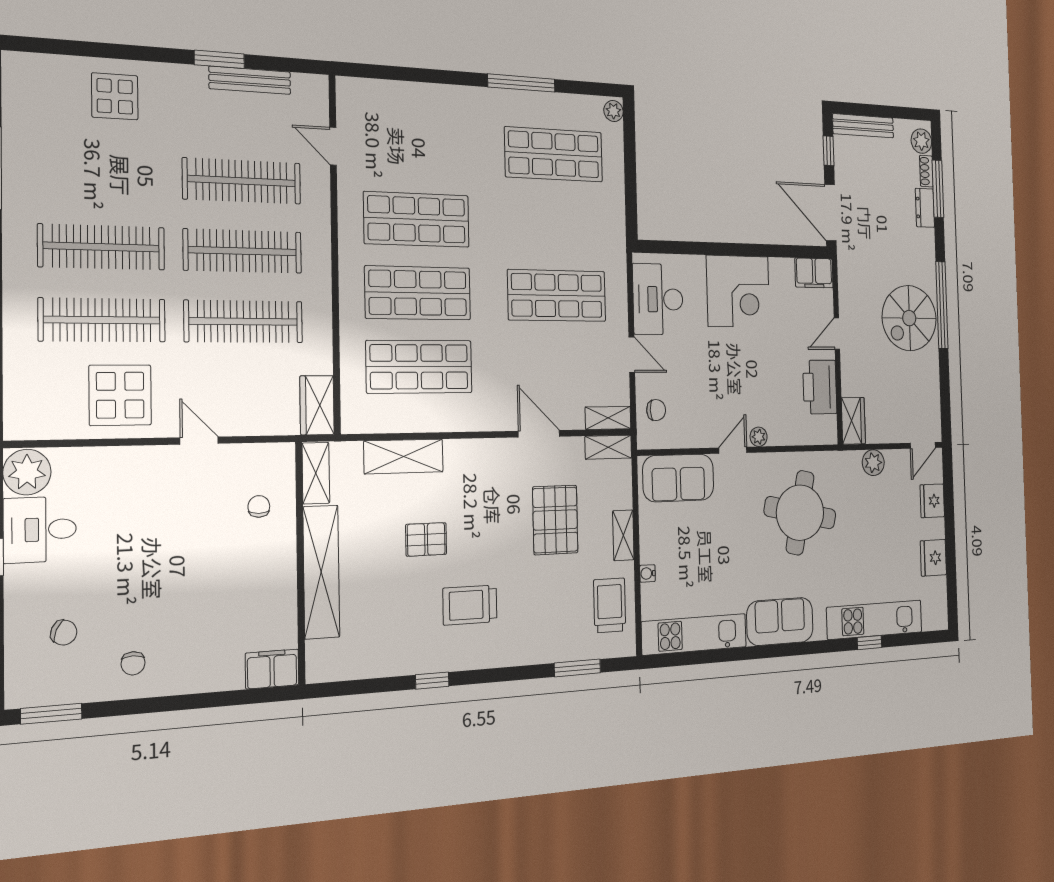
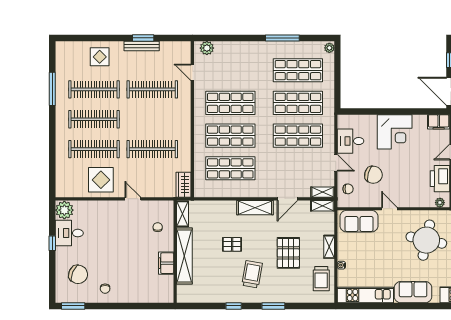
bench: (250, 80) -> (142, 46), moved
plant: (364, 93) -> (207, 48), added
shop shelf: (555, 225) -> (298, 103), added
clothes rail: (243, 251) -> (94, 89), moved
desk: (658, 299) -> (351, 141), width x0.73
chair: (702, 380) -> (373, 175), added
door: (539, 434) -> (287, 199), swing flipped
plant: (759, 437) -> (440, 203), moved
door: (733, 450) -> (389, 209), hinge flipped
shelving: (404, 456) -> (255, 208), moved
pallet: (555, 520) -> (288, 253), moved
trolley: (470, 605) -> (252, 274), turned 100
trolley: (610, 605) -> (321, 279), turned 180
chair: (64, 633) -> (78, 274), width x1.87, depth x1.87
window: (577, 668) -> (273, 306), moved
filing cabinet: (272, 669) -> (166, 263), moved, turned -90

